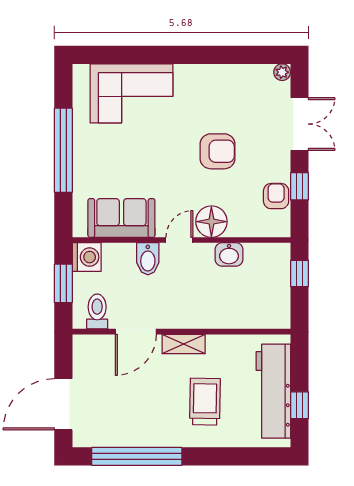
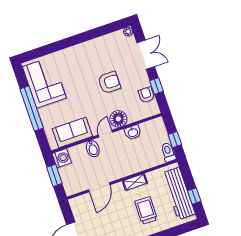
corner sofa: (132, 93) -> (44, 82), moved, turned -90
window: (299, 274) -> (175, 140), moved
toilet: (97, 312) -> (168, 152), moved
shelving: (184, 344) -> (135, 182), moved

